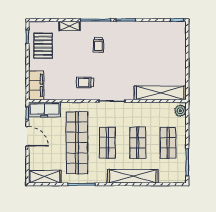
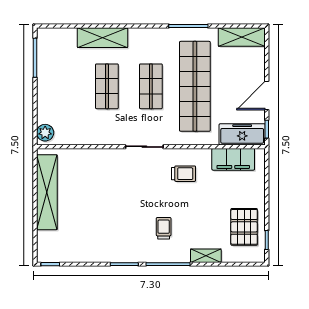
filing cabinet: (36, 85) -> (233, 159), moved, turned -90
shelving: (160, 93) -> (47, 192), moved, turned 90
door: (27, 136) -> (267, 95), hinge flipped
shop shelf: (168, 143) -> (63, 86), removed
shelving: (133, 176) -> (102, 38), width x0.68

